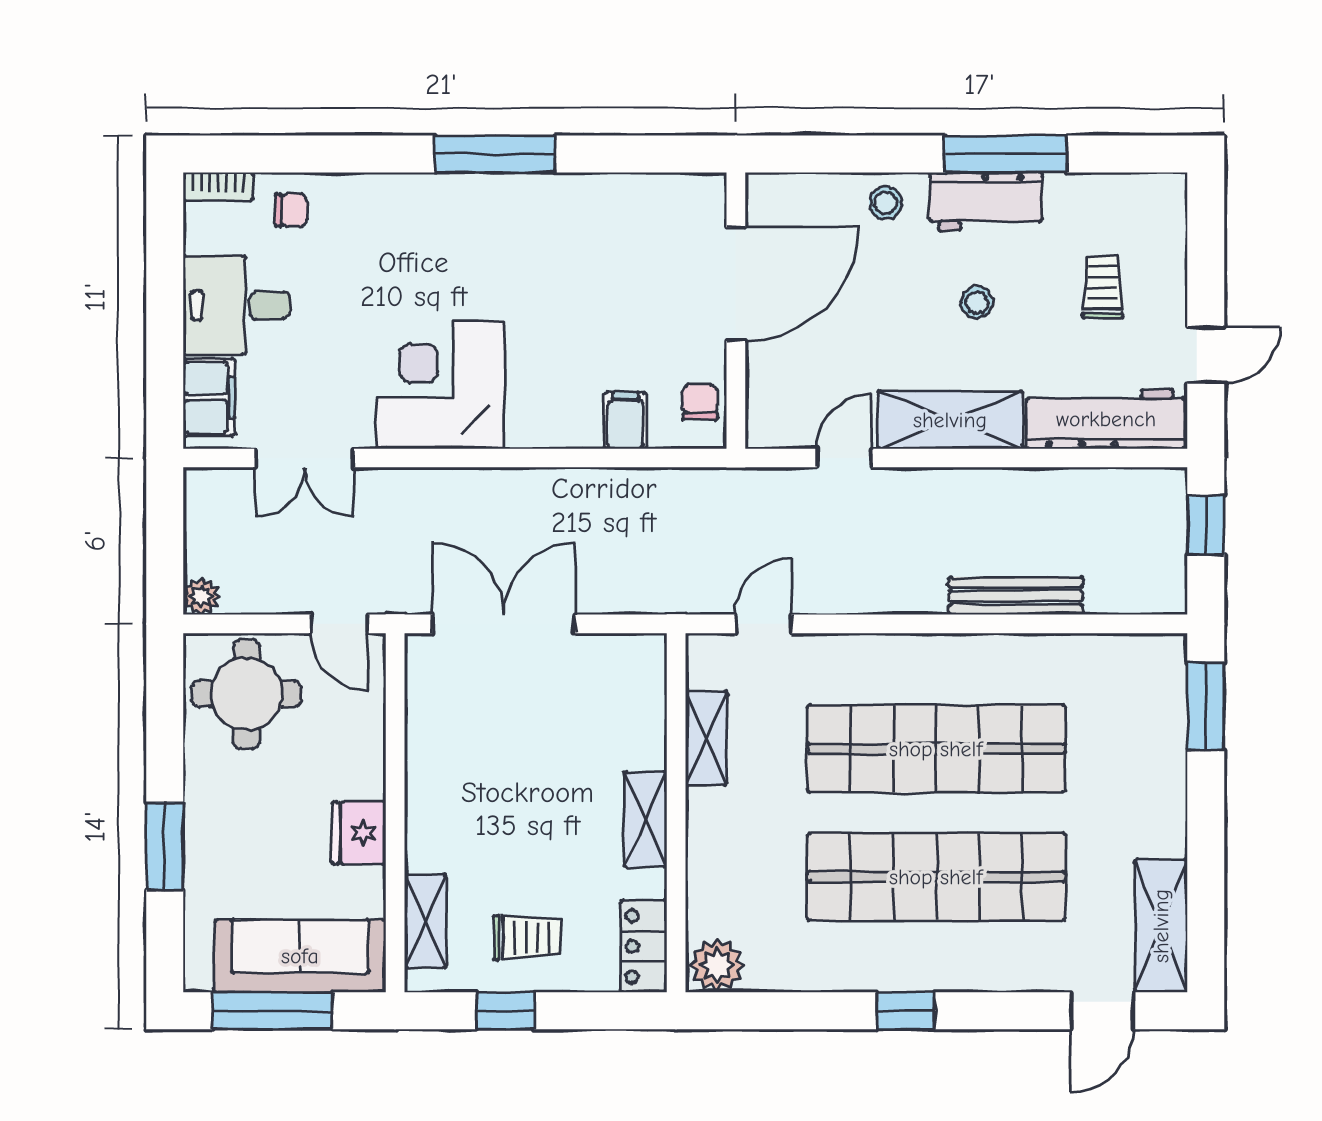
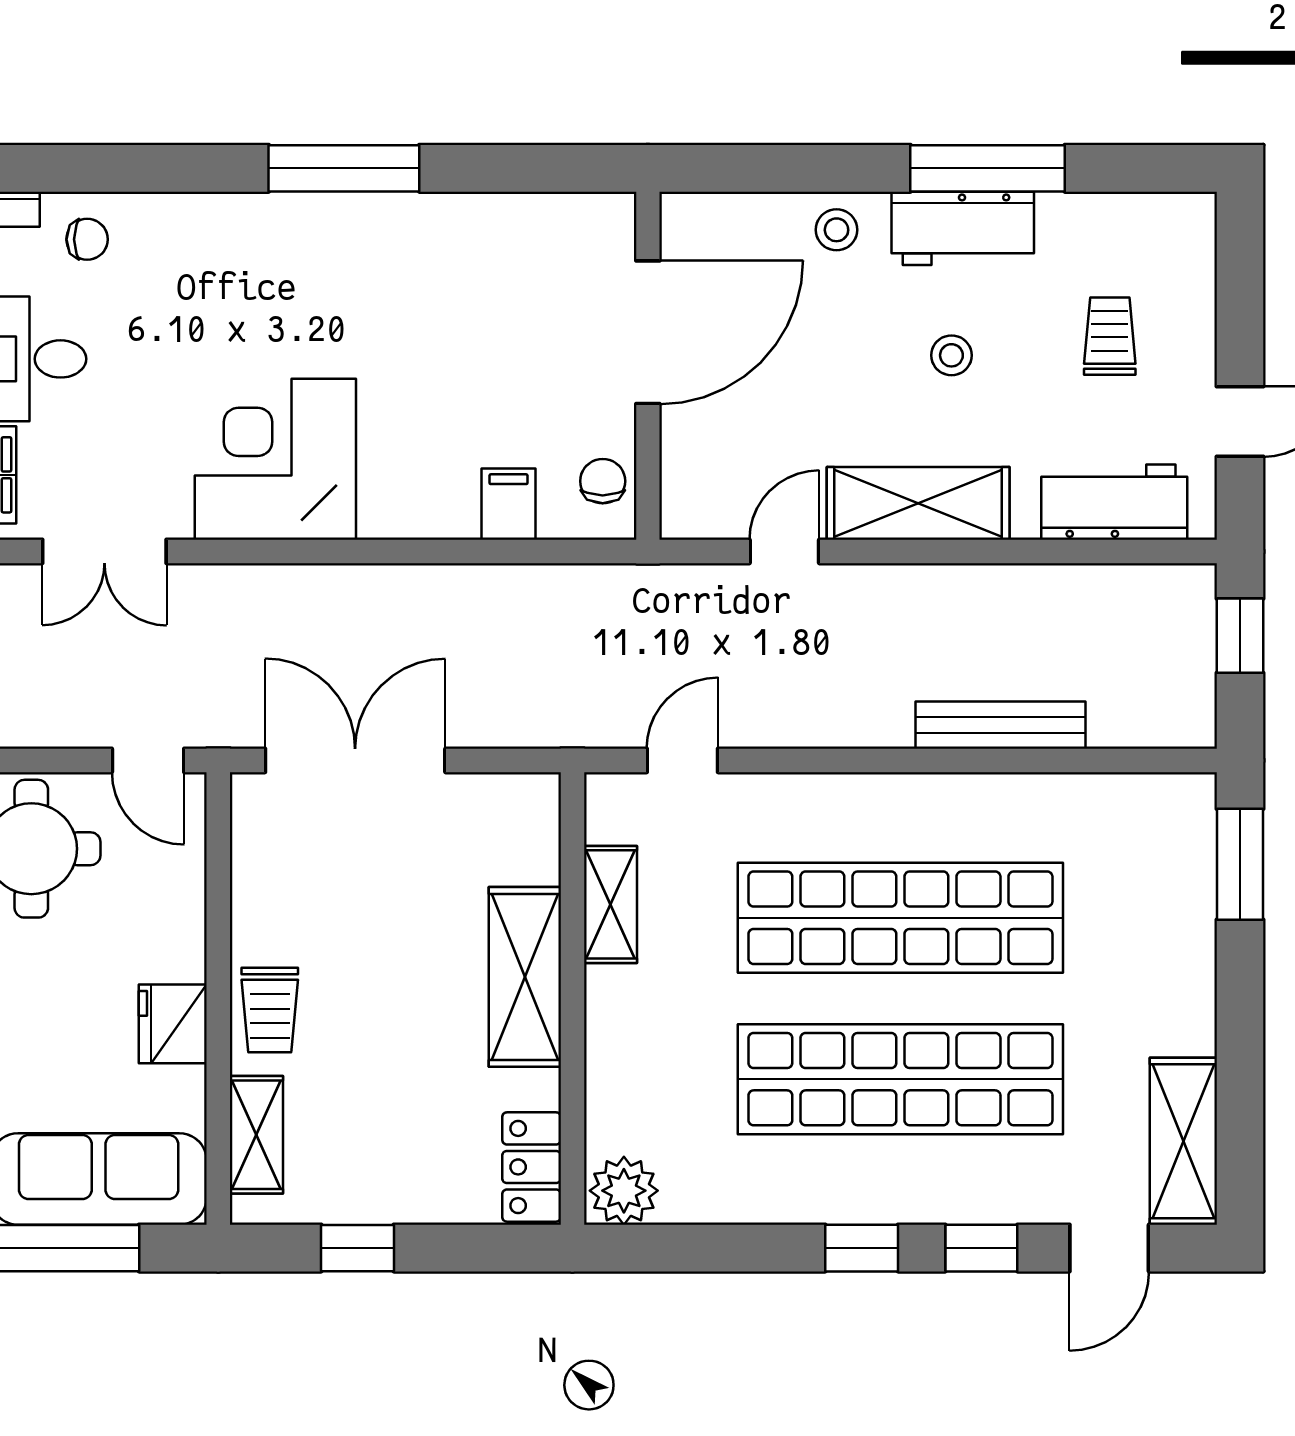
workbench: (1106, 419) -> (1114, 502), width x0.73
shelving: (645, 819) -> (525, 977), width x1.50, depth x1.33
trolley: (527, 938) -> (270, 1010), moved, turned 90
window: (1001, 1011) -> (981, 1248), added

